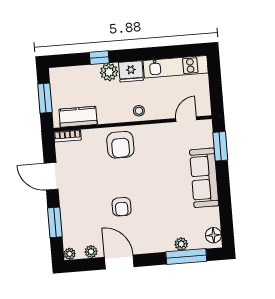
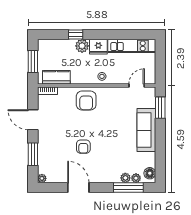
plant: (91, 252) -> (136, 178), moved

